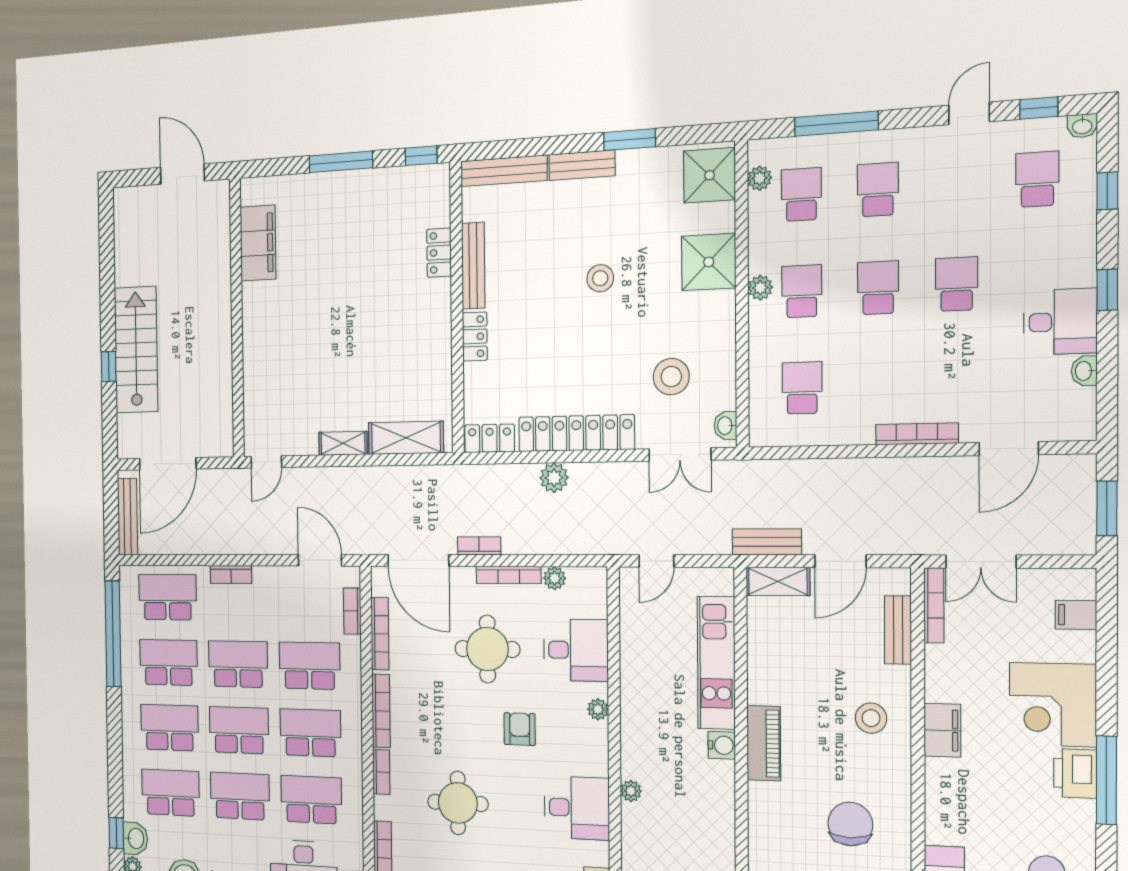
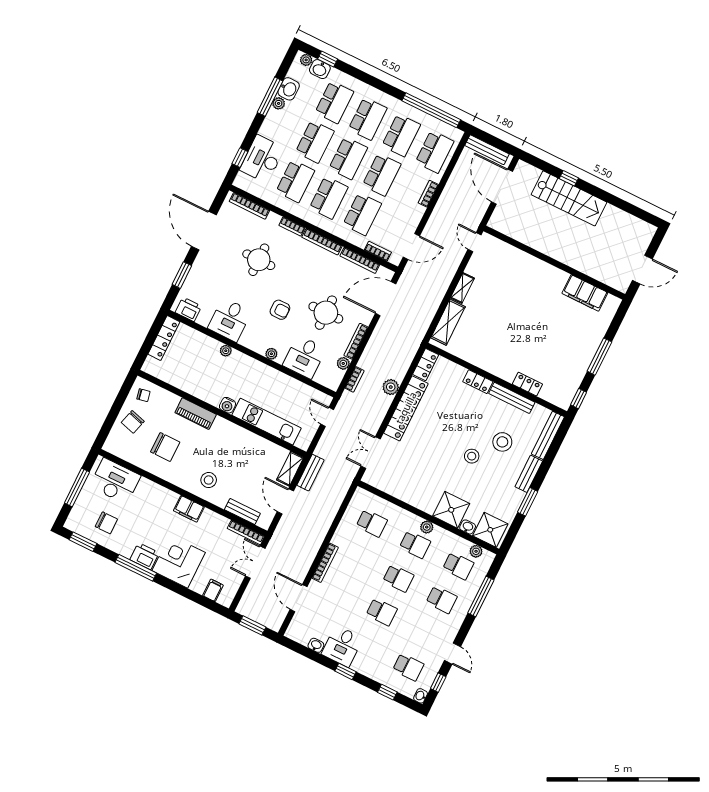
stool: (671, 377) -> (502, 442), moved
washbasin: (725, 426) -> (468, 527), moved
bookcase: (479, 546) -> (354, 379), moved
piano: (764, 743) -> (196, 414), moved

